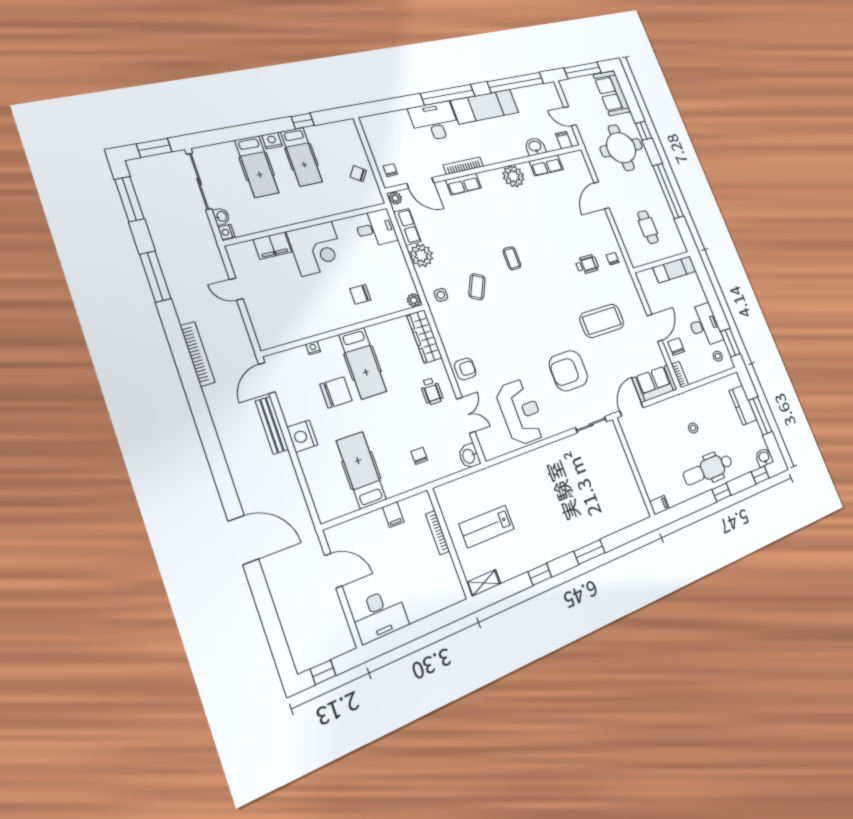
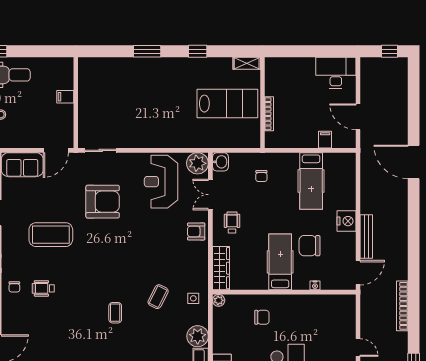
plant: (492, 446) -> (197, 163), added
filing cabinet: (659, 505) -> (65, 97), moved
filing cabinet: (393, 515) -> (325, 140), moved
lab bench: (487, 526) -> (227, 104), width x1.36, depth x1.39

